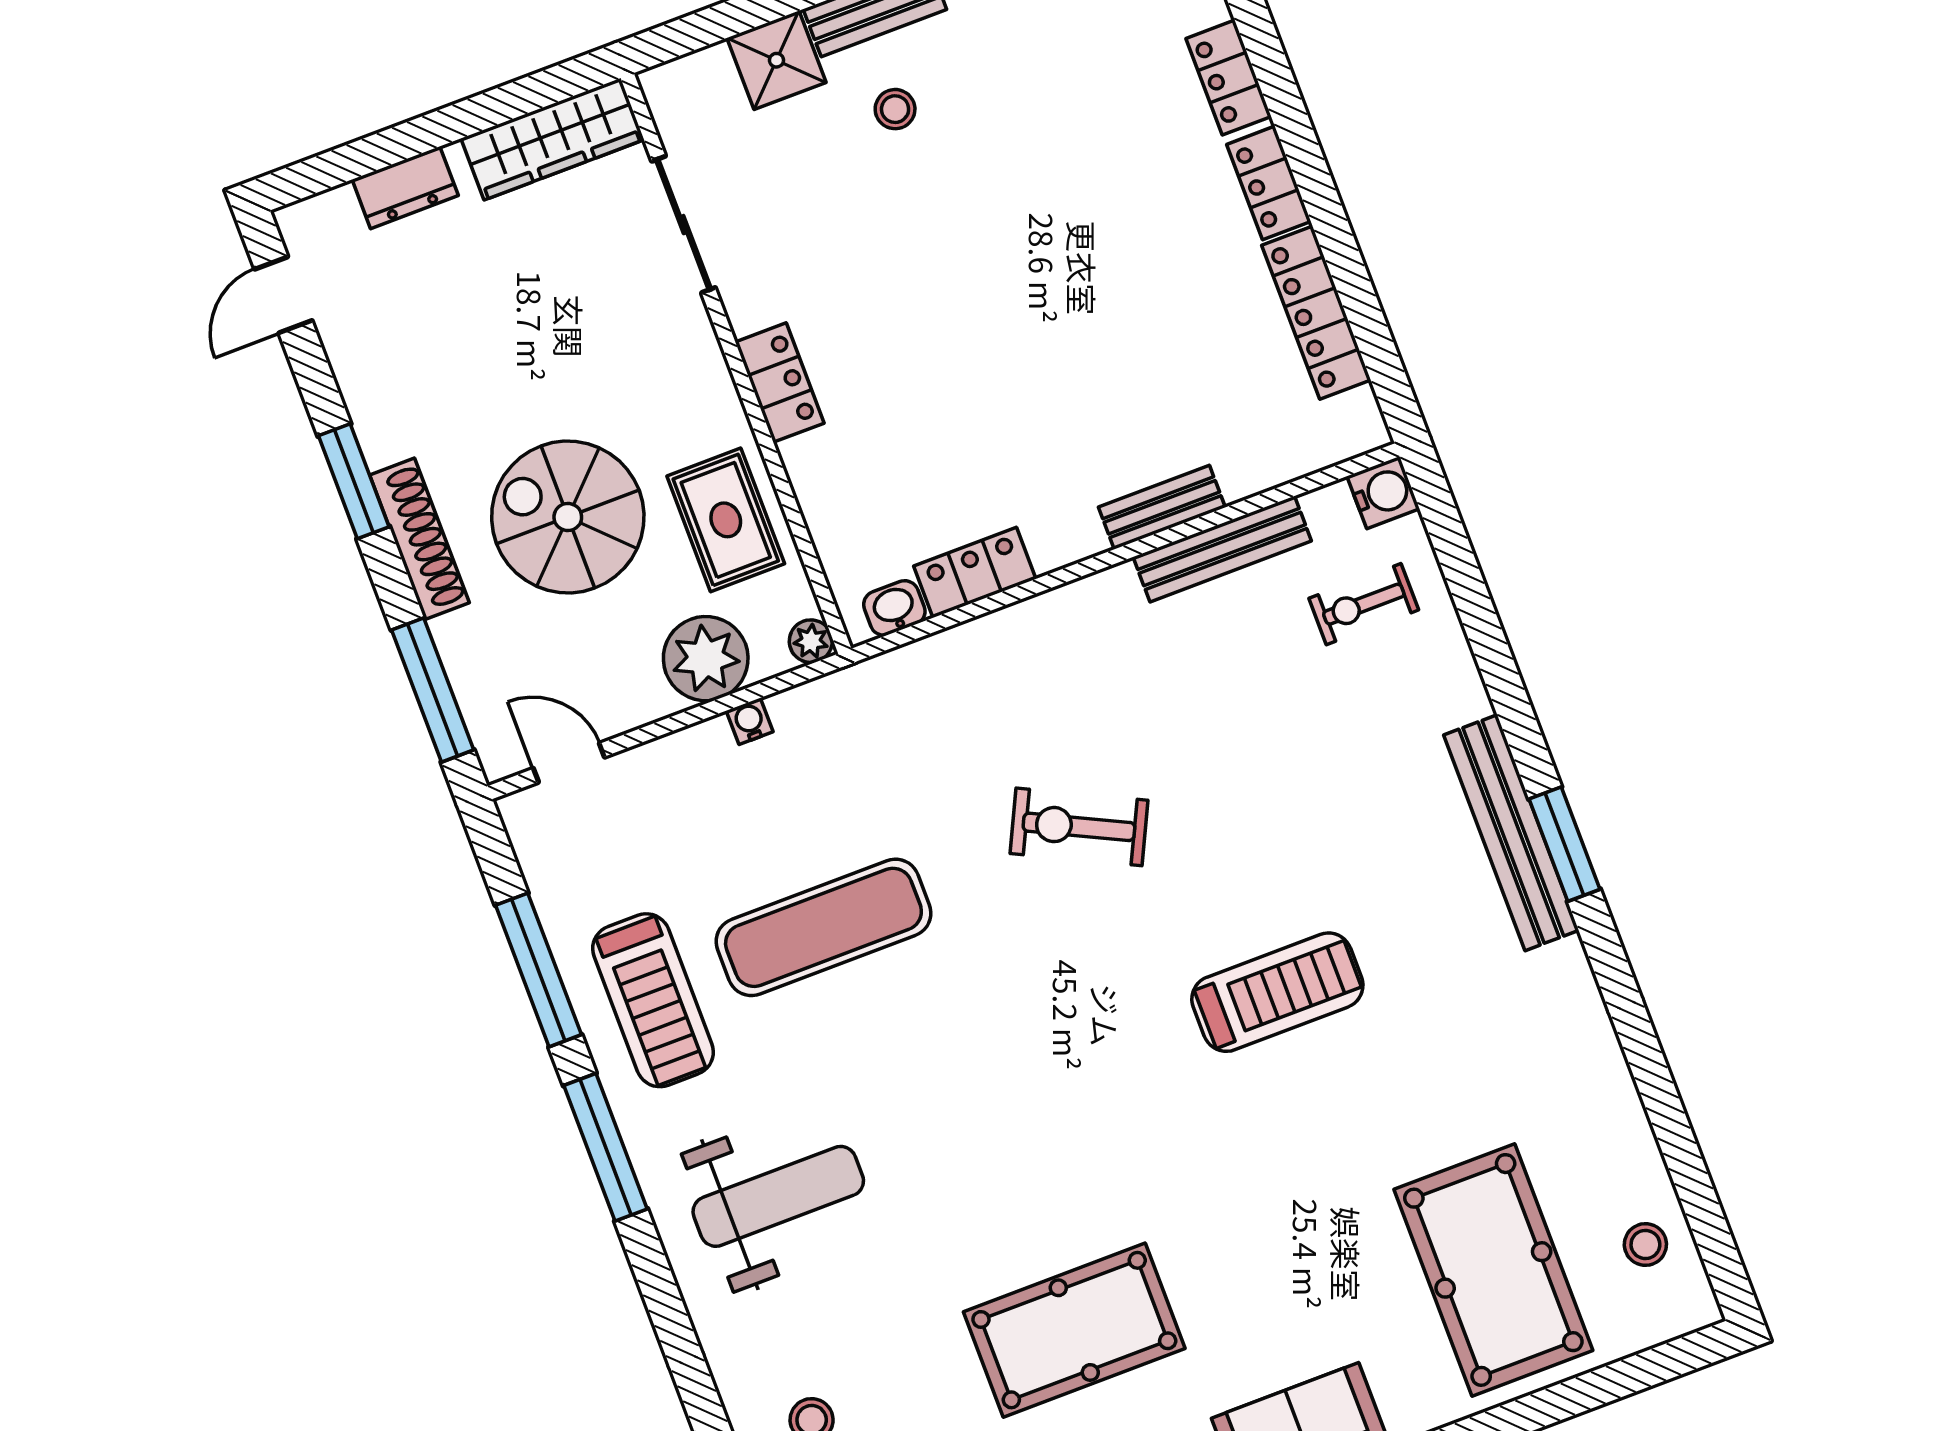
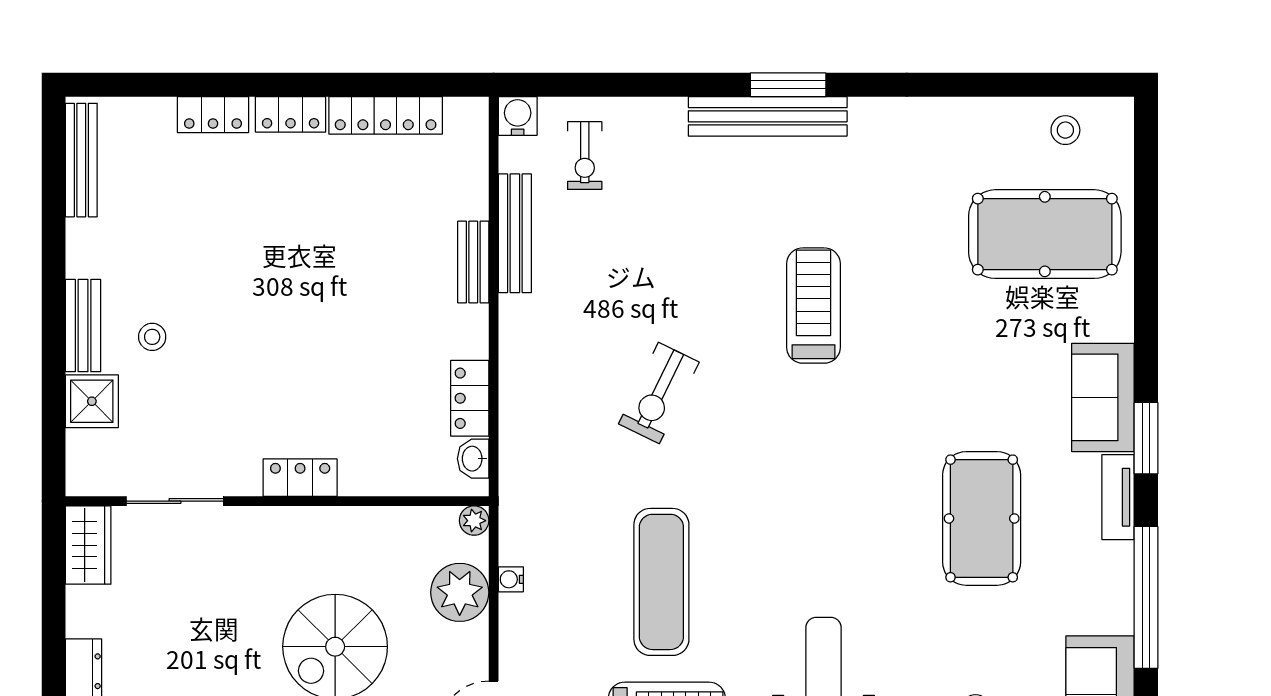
wardrobe: (553, 139) -> (88, 545), width x0.67
rug: (726, 520) -> (375, 546), removed

